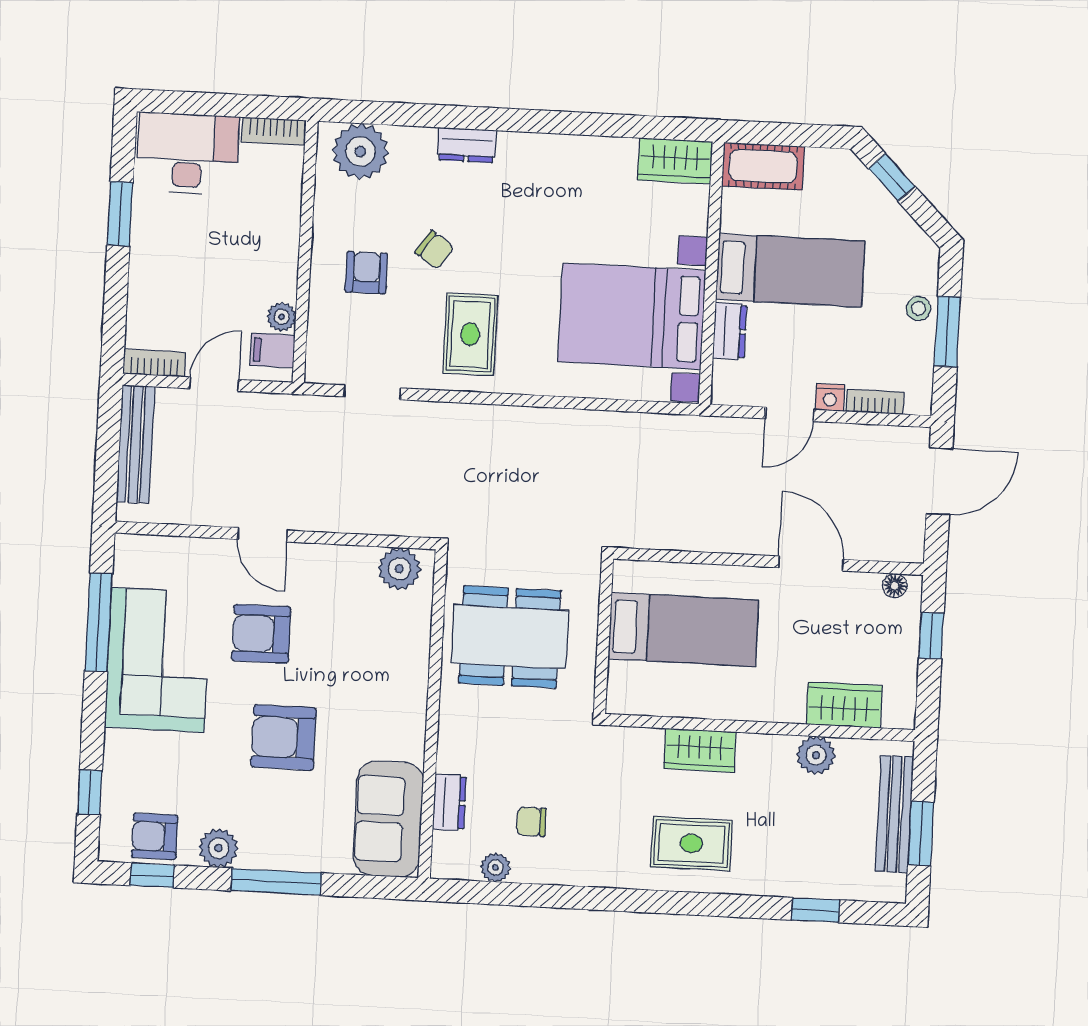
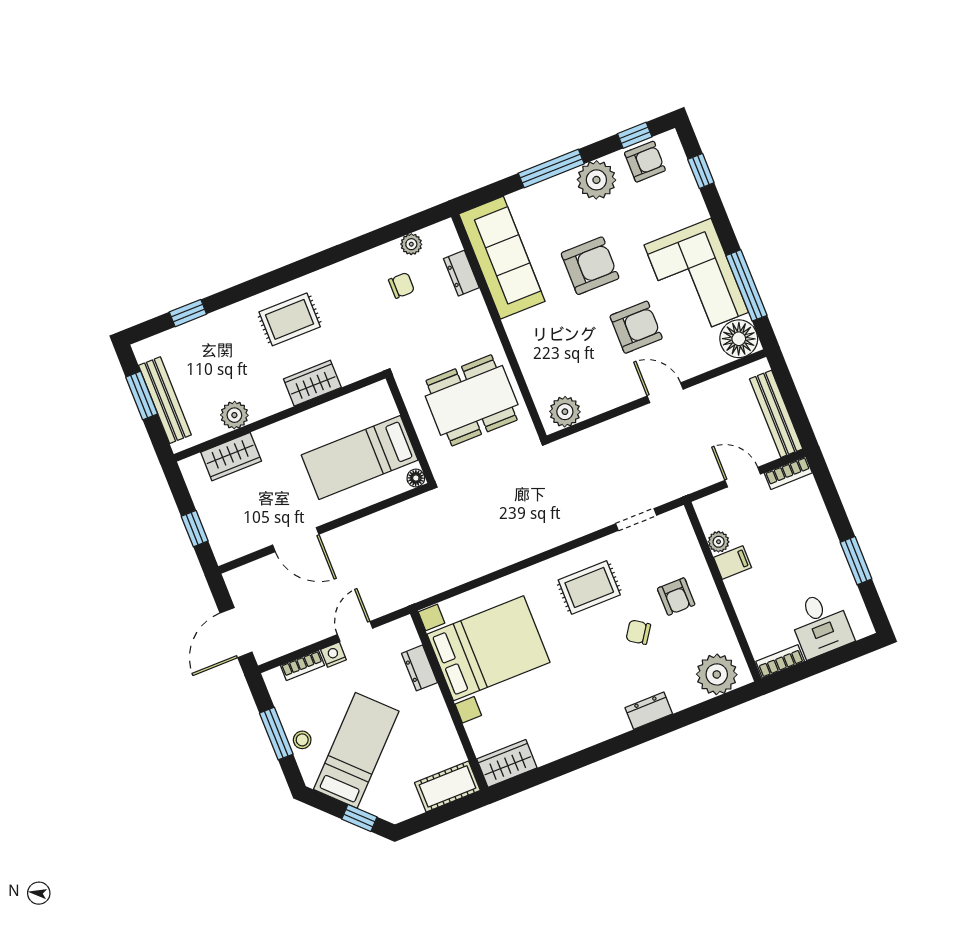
desk: (188, 154) -> (821, 624), width x0.73
bed: (790, 270) -> (356, 750), moved, turned 135
rug: (470, 334) -> (589, 587), turned 90
filing cabinet: (272, 350) -> (733, 563), moved
door: (214, 384) -> (743, 477), swing flipped
floor lamp: (139, 560) -> (739, 339), added
floor lamp: (895, 586) -> (416, 478), moved
sofa: (388, 819) -> (502, 258), width x1.36
plant: (219, 848) -> (596, 180), width x1.36, depth x1.36

